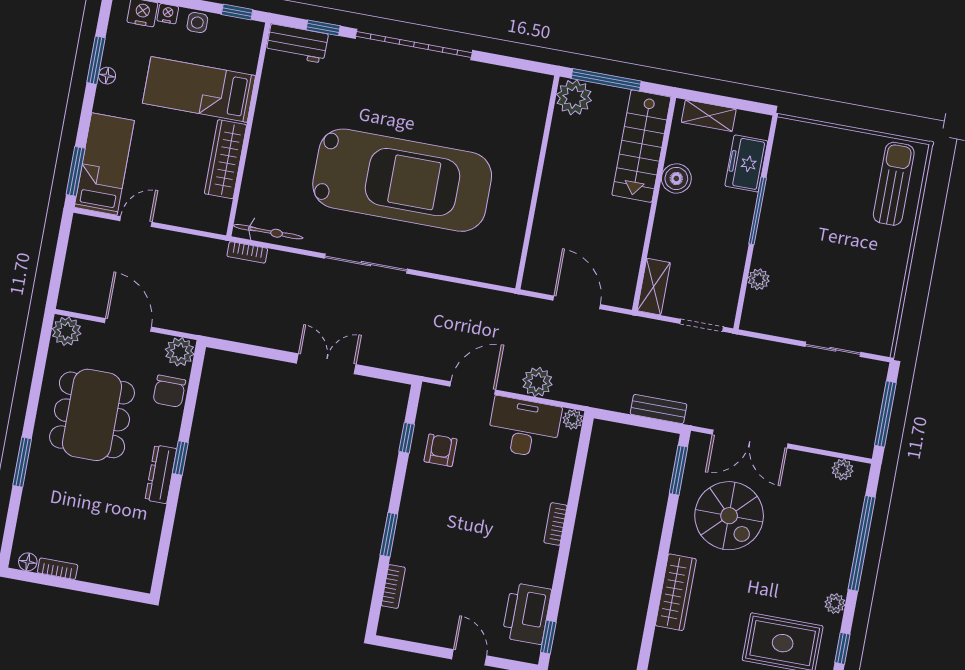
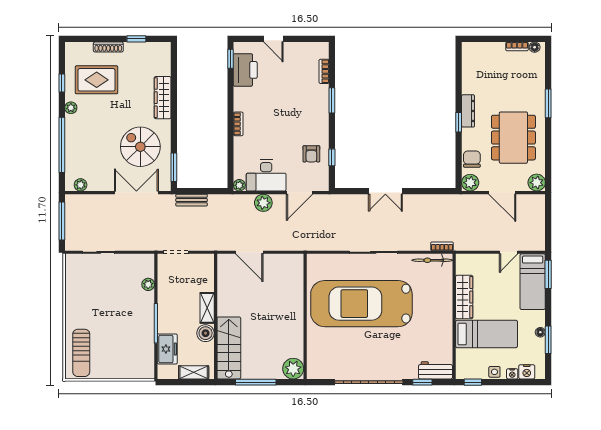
plant: (574, 97) -> (293, 369), moved
wall: (537, 182) -> (305, 316), moved
shelving: (654, 287) -> (207, 308), moved

